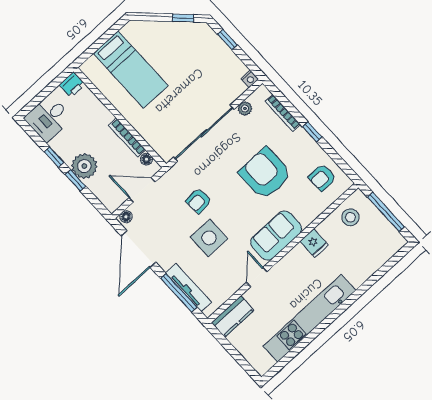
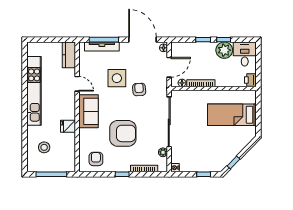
plant: (84, 166) -> (224, 50), moved
stool: (350, 217) -> (44, 147), moved

